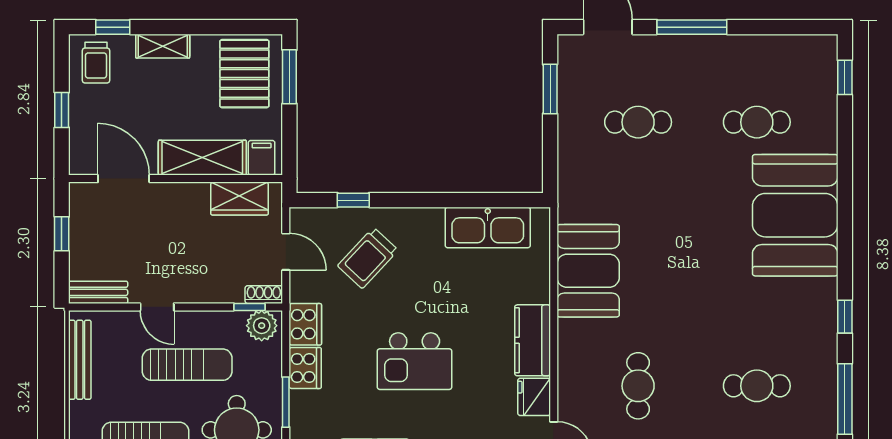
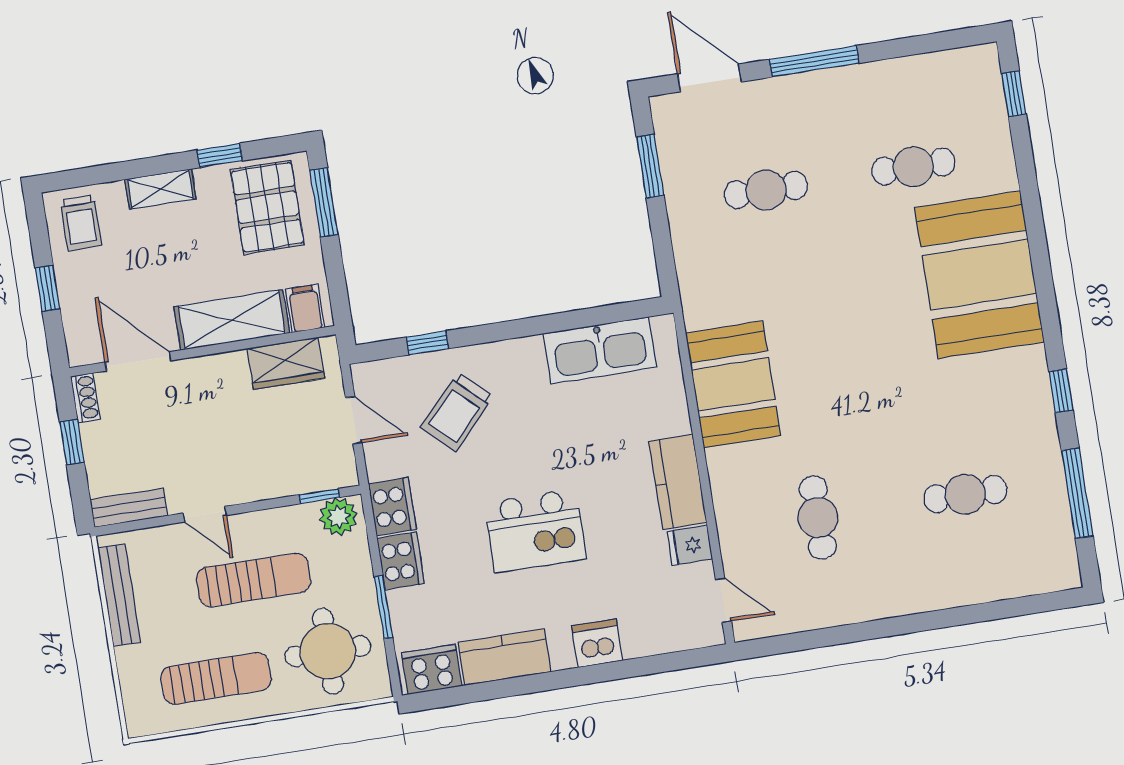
window: (113, 27) -> (220, 155), moved
shoe rack: (264, 295) -> (85, 398), moved, turned 90
fridge: (534, 397) -> (690, 545), width x0.72

